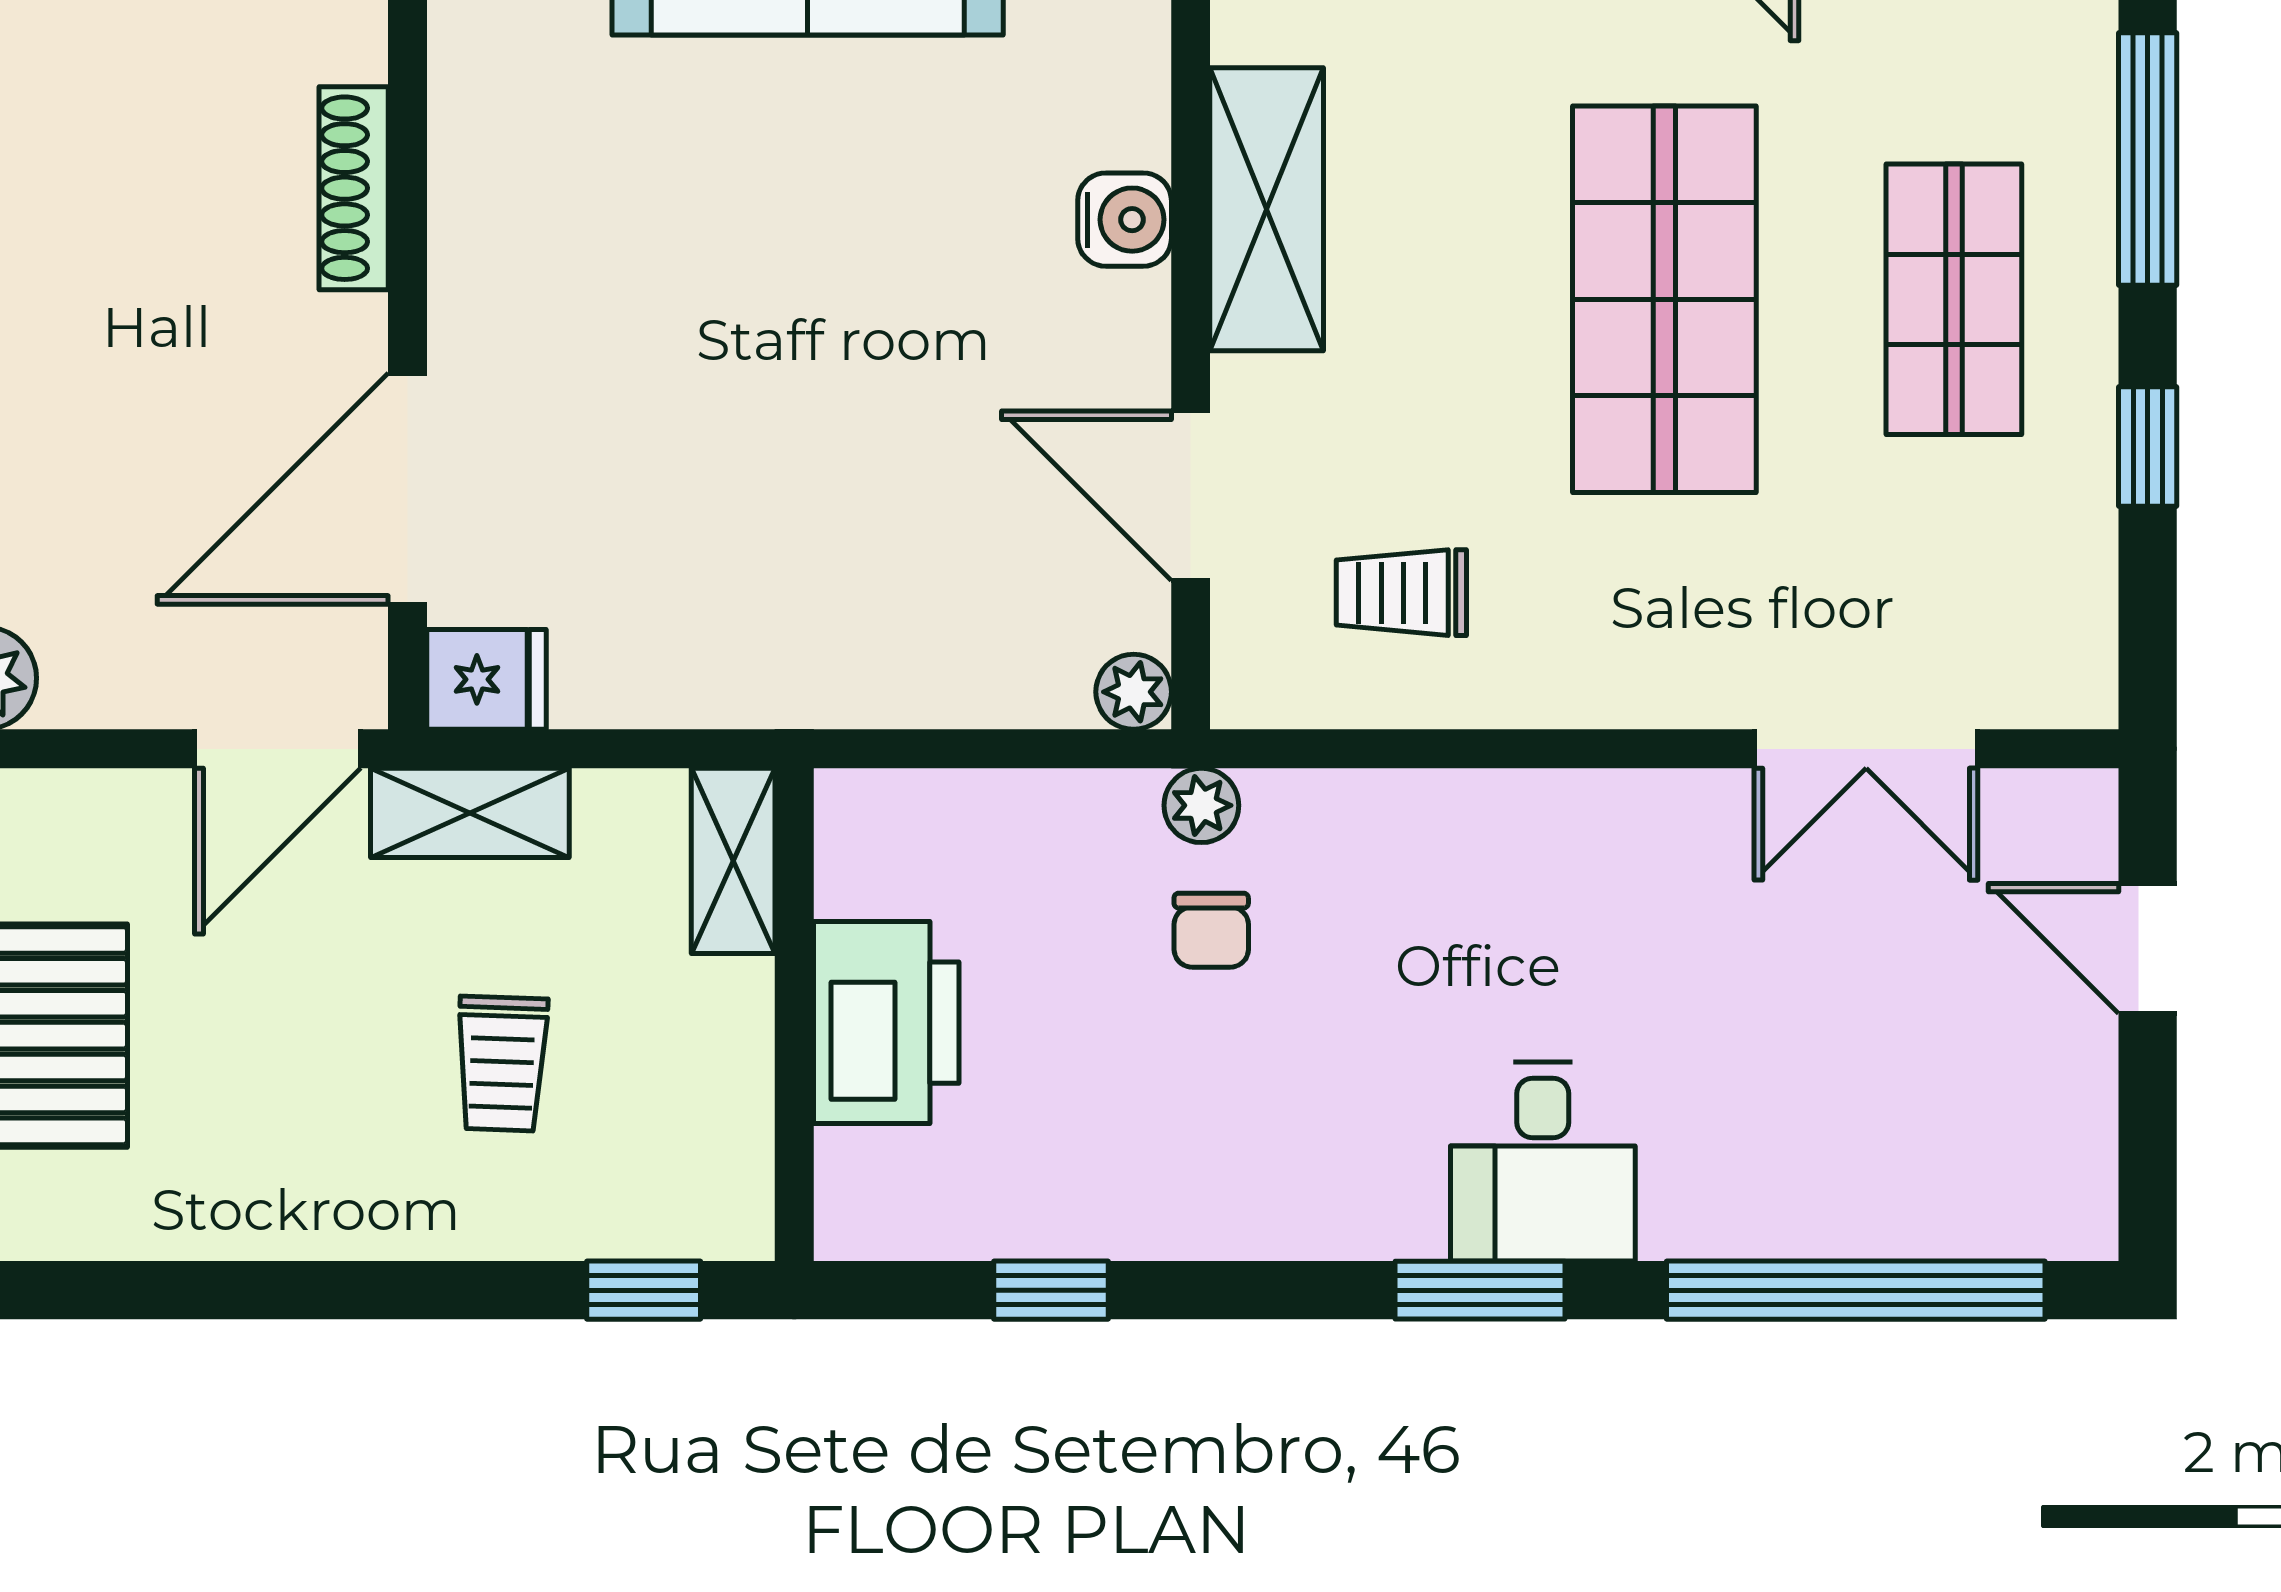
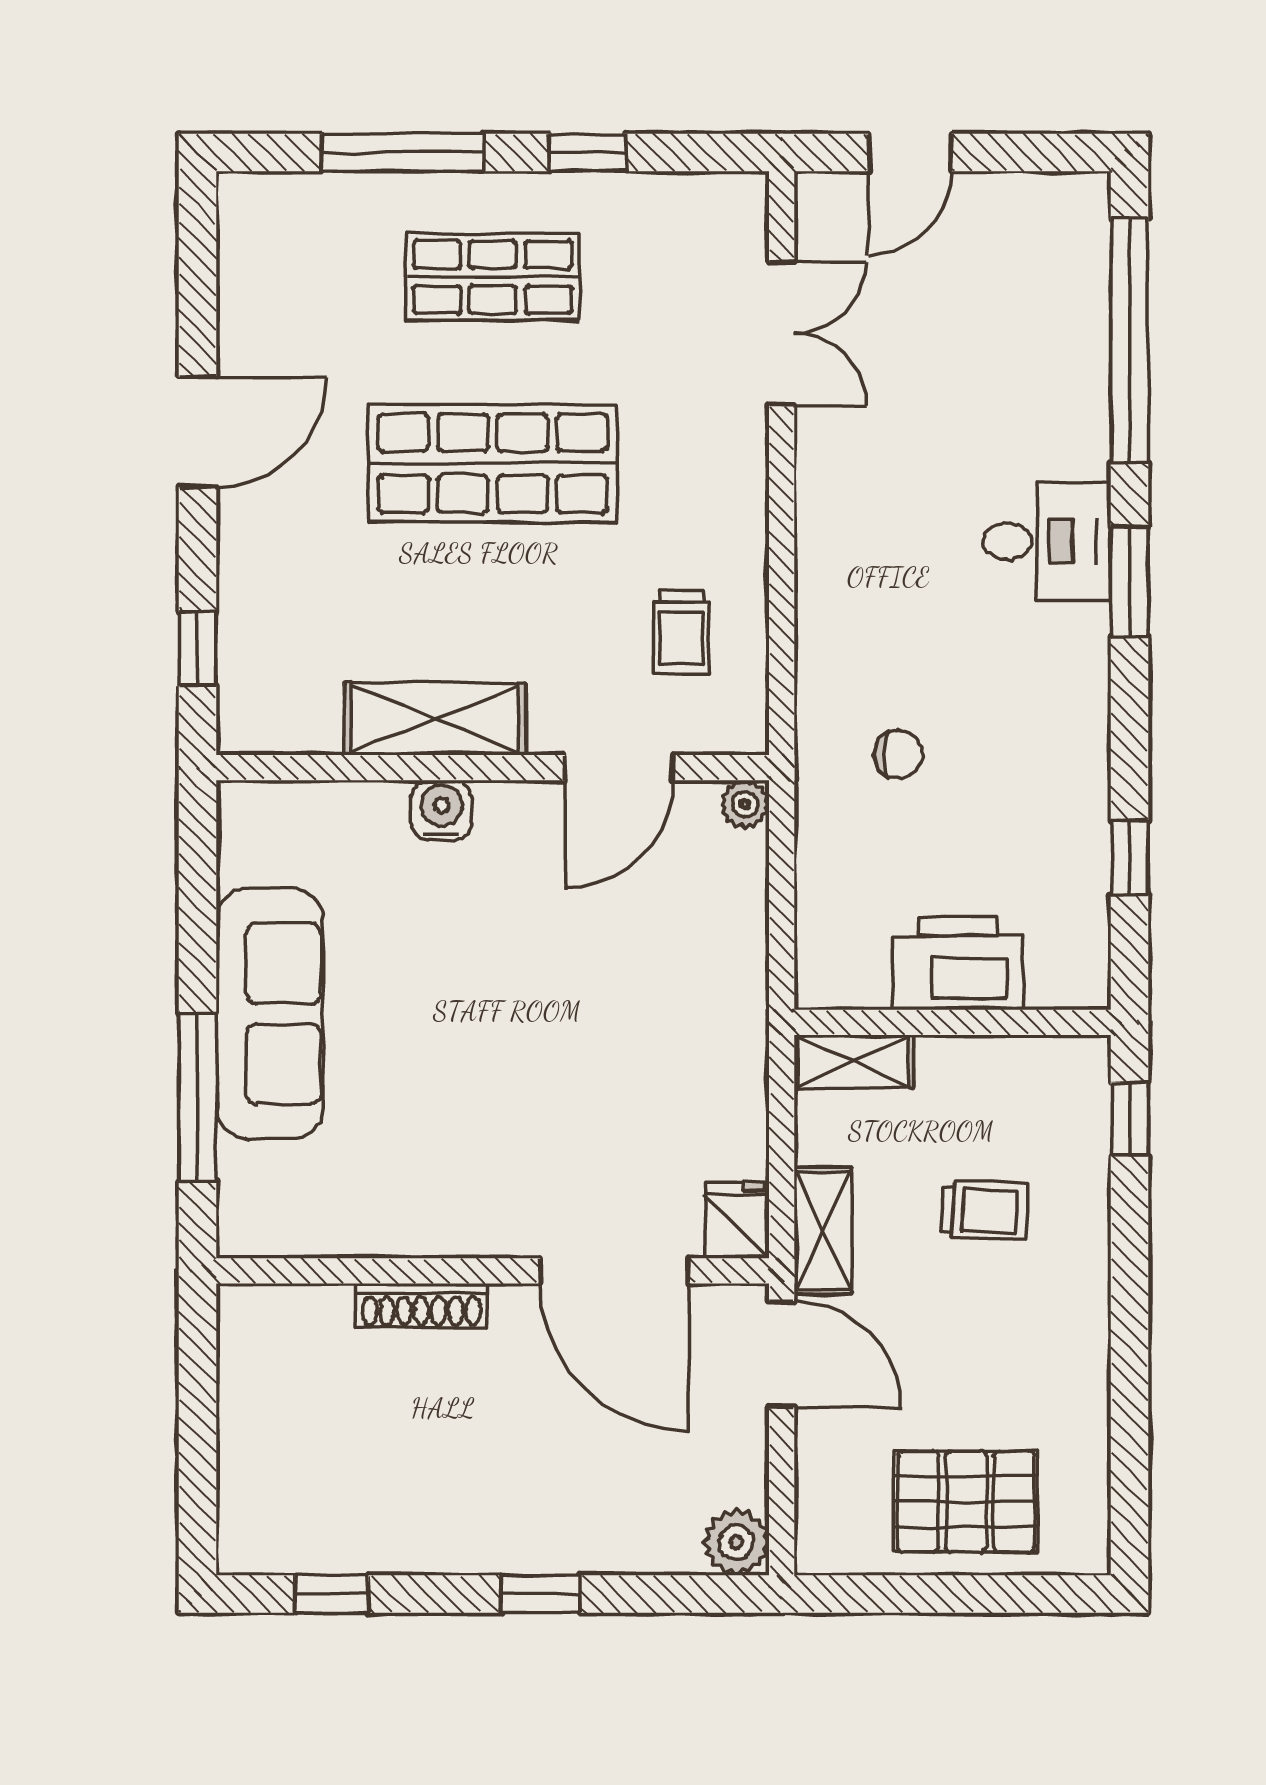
plant: (1201, 805) -> (818, 761), removed

